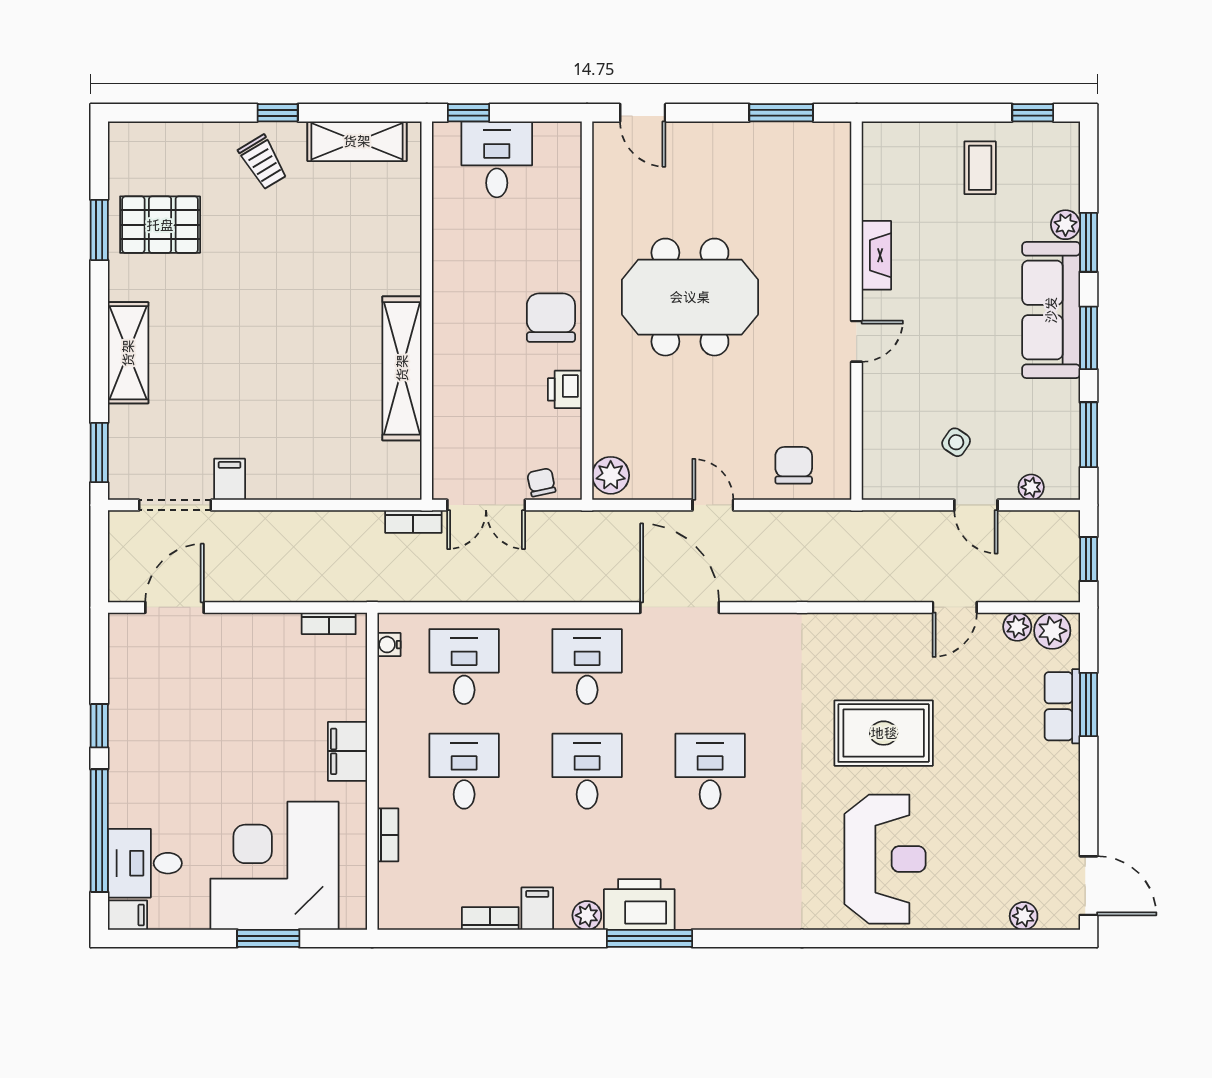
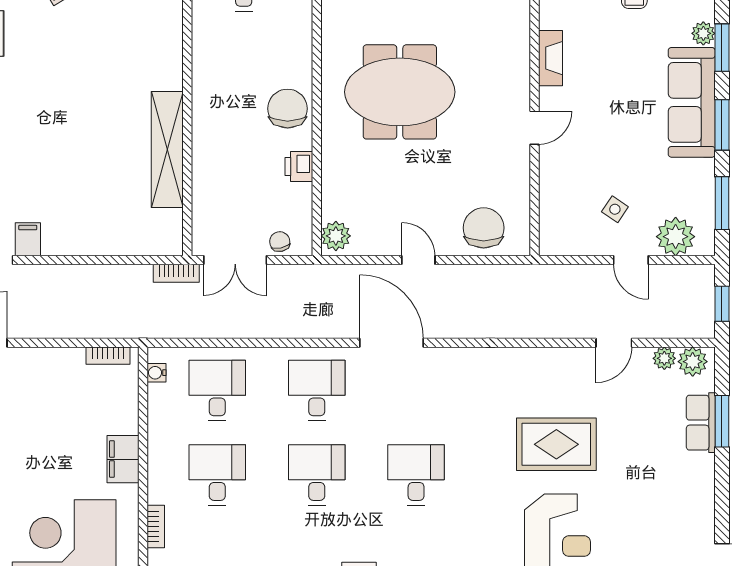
chair: (794, 465) -> (484, 228), width x1.37, depth x1.37
plant: (1031, 487) -> (676, 237), width x1.87, depth x1.87

